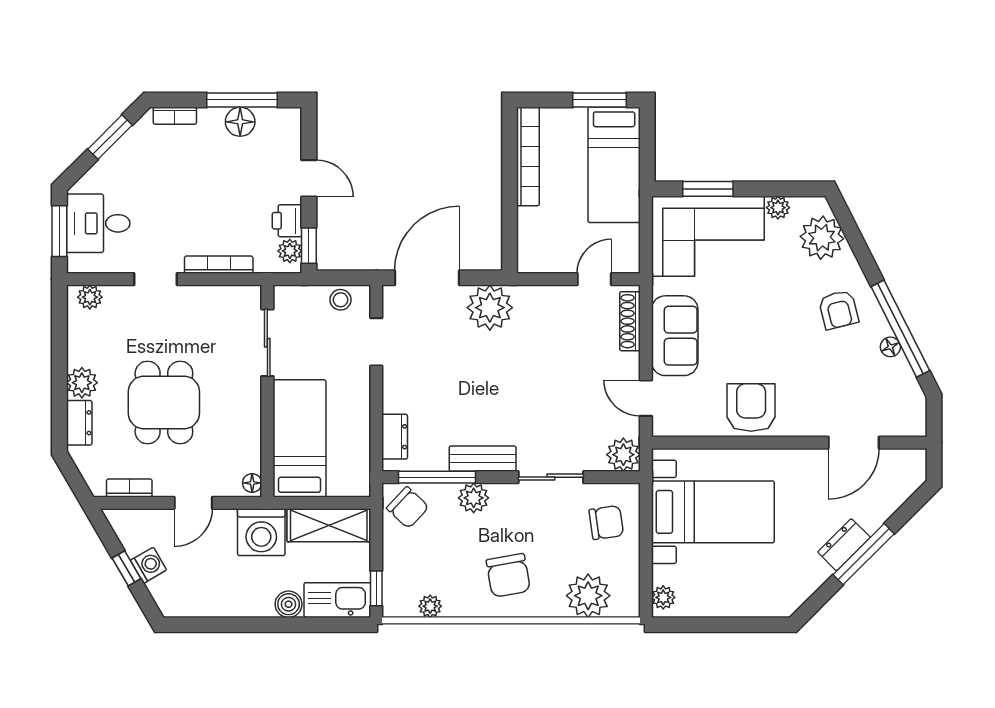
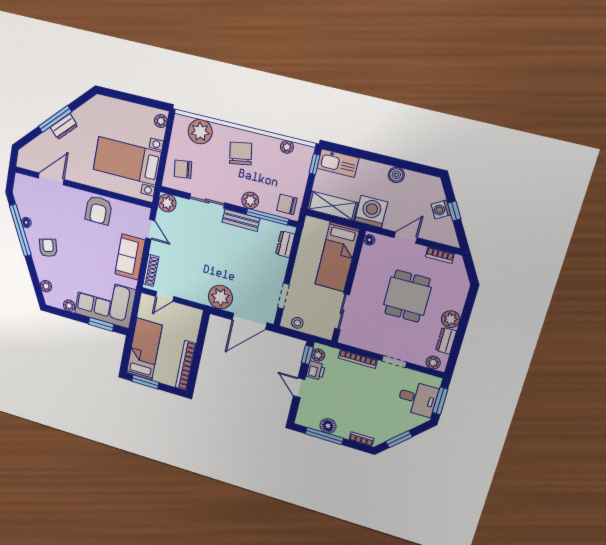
plant: (822, 238) -> (46, 286), width x0.53, depth x0.53
dresser: (79, 423) -> (446, 341), moved
chair: (408, 508) -> (287, 204), turned -43
boiler: (289, 604) -> (396, 175), moved

